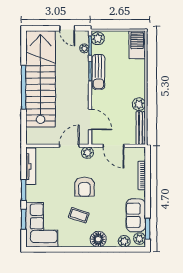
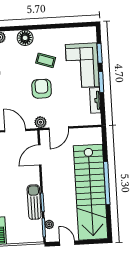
plant: (98, 38) -> (37, 235), removed
door: (90, 119) -> (40, 155), hinge flipped
tv unit: (31, 166) -> (95, 100), width x0.71
corner sofa: (42, 225) -> (82, 65), moved

